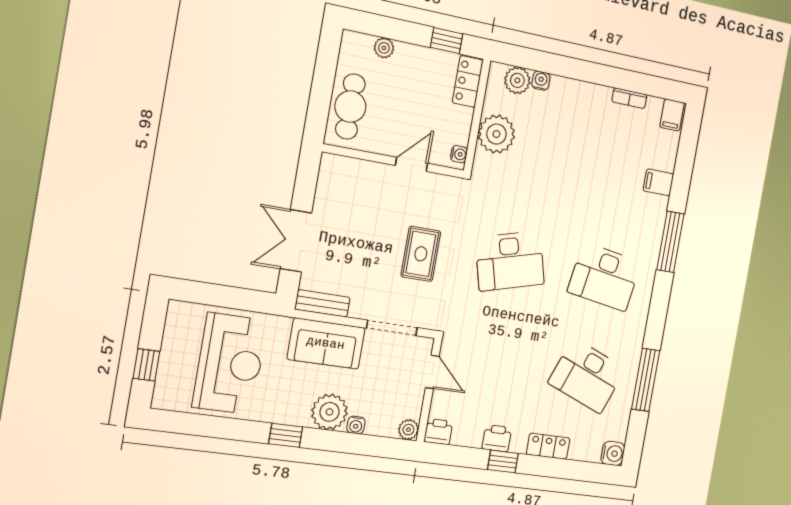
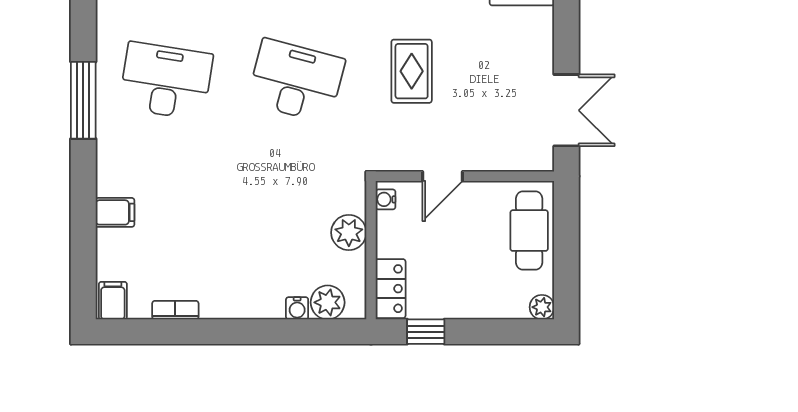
plant: (384, 48) -> (542, 307), moved
plant: (496, 134) -> (349, 233), width x0.73, depth x0.73
double door: (296, 241) -> (566, 110), moved
window: (670, 242) -> (83, 100), moved
desk: (510, 261) -> (296, 81), turned 30

